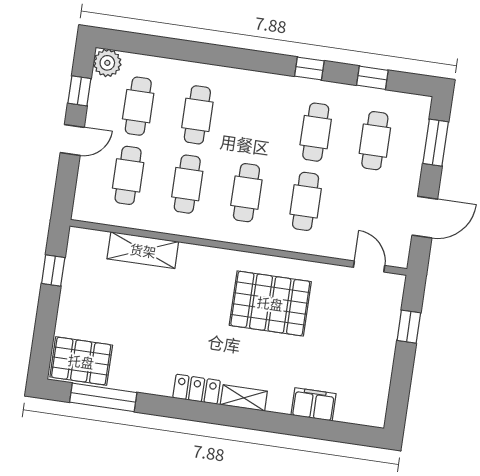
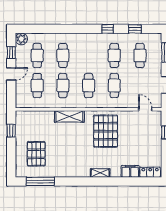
shelving: (143, 250) -> (69, 116), moved
pallet: (270, 303) -> (106, 131), turned 90
pallet: (81, 361) -> (36, 154), moved, turned 90
locker: (197, 389) -> (150, 172), moved

